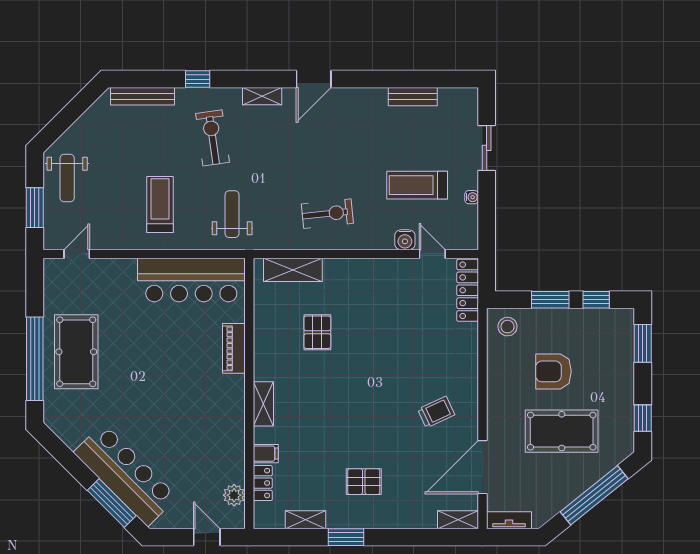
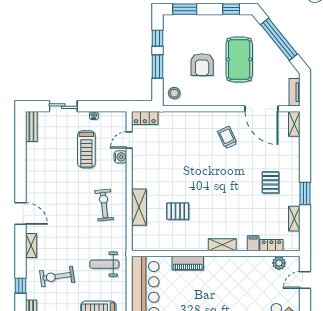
bench: (413, 97) -> (31, 126), moved
shelving: (293, 270) -> (139, 207), moved
locker: (468, 290) -> (145, 118), width x0.66

